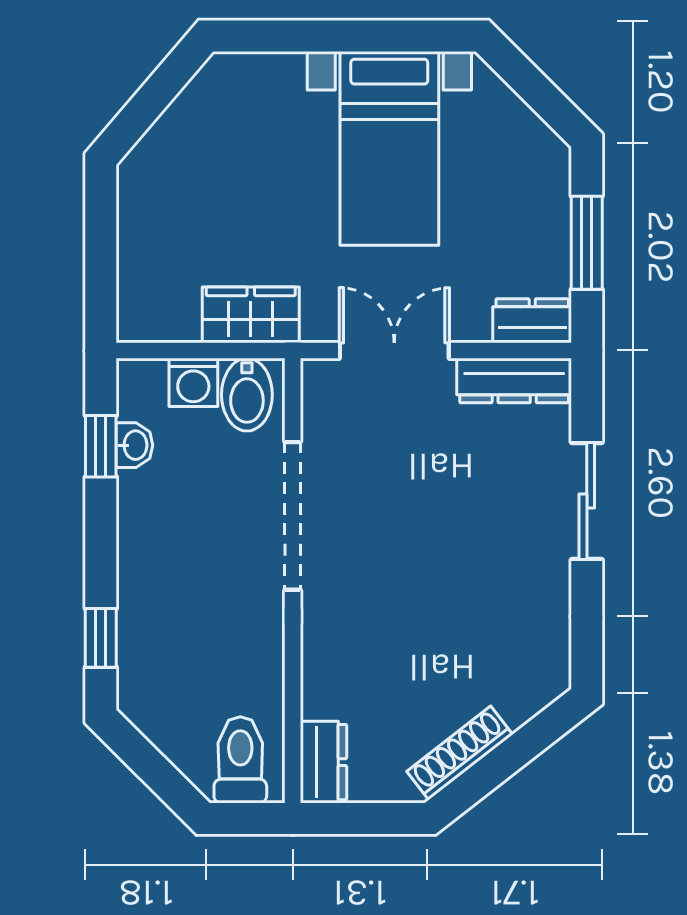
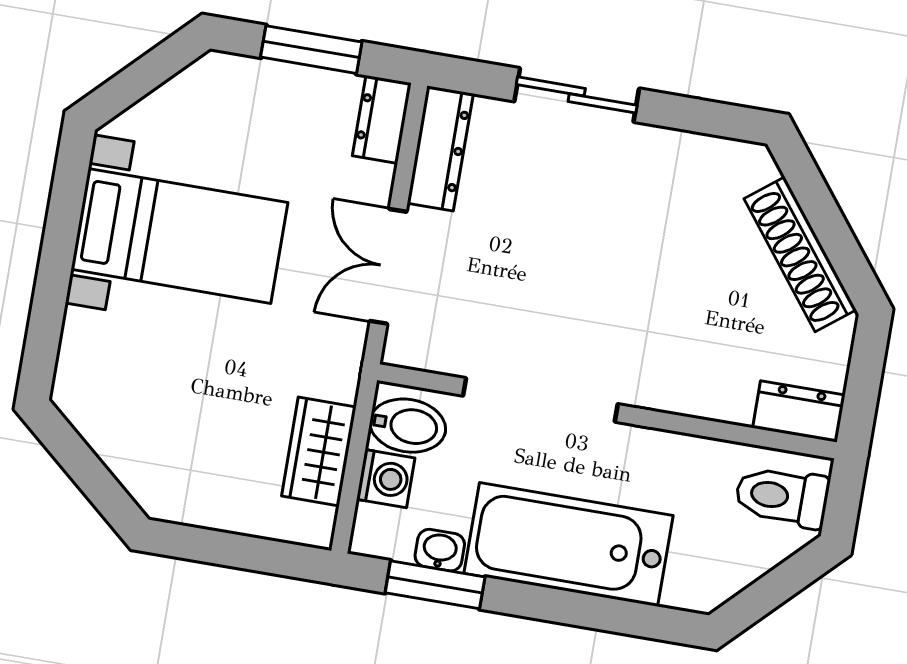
wardrobe: (251, 315) -> (319, 451), moved
window: (101, 446) -> (435, 585), width x1.50
bathtub: (161, 566) -> (568, 544), added
window: (101, 638) -> (632, 618), removed
shoe rack: (460, 753) -> (800, 254), width x1.36, depth x1.24

